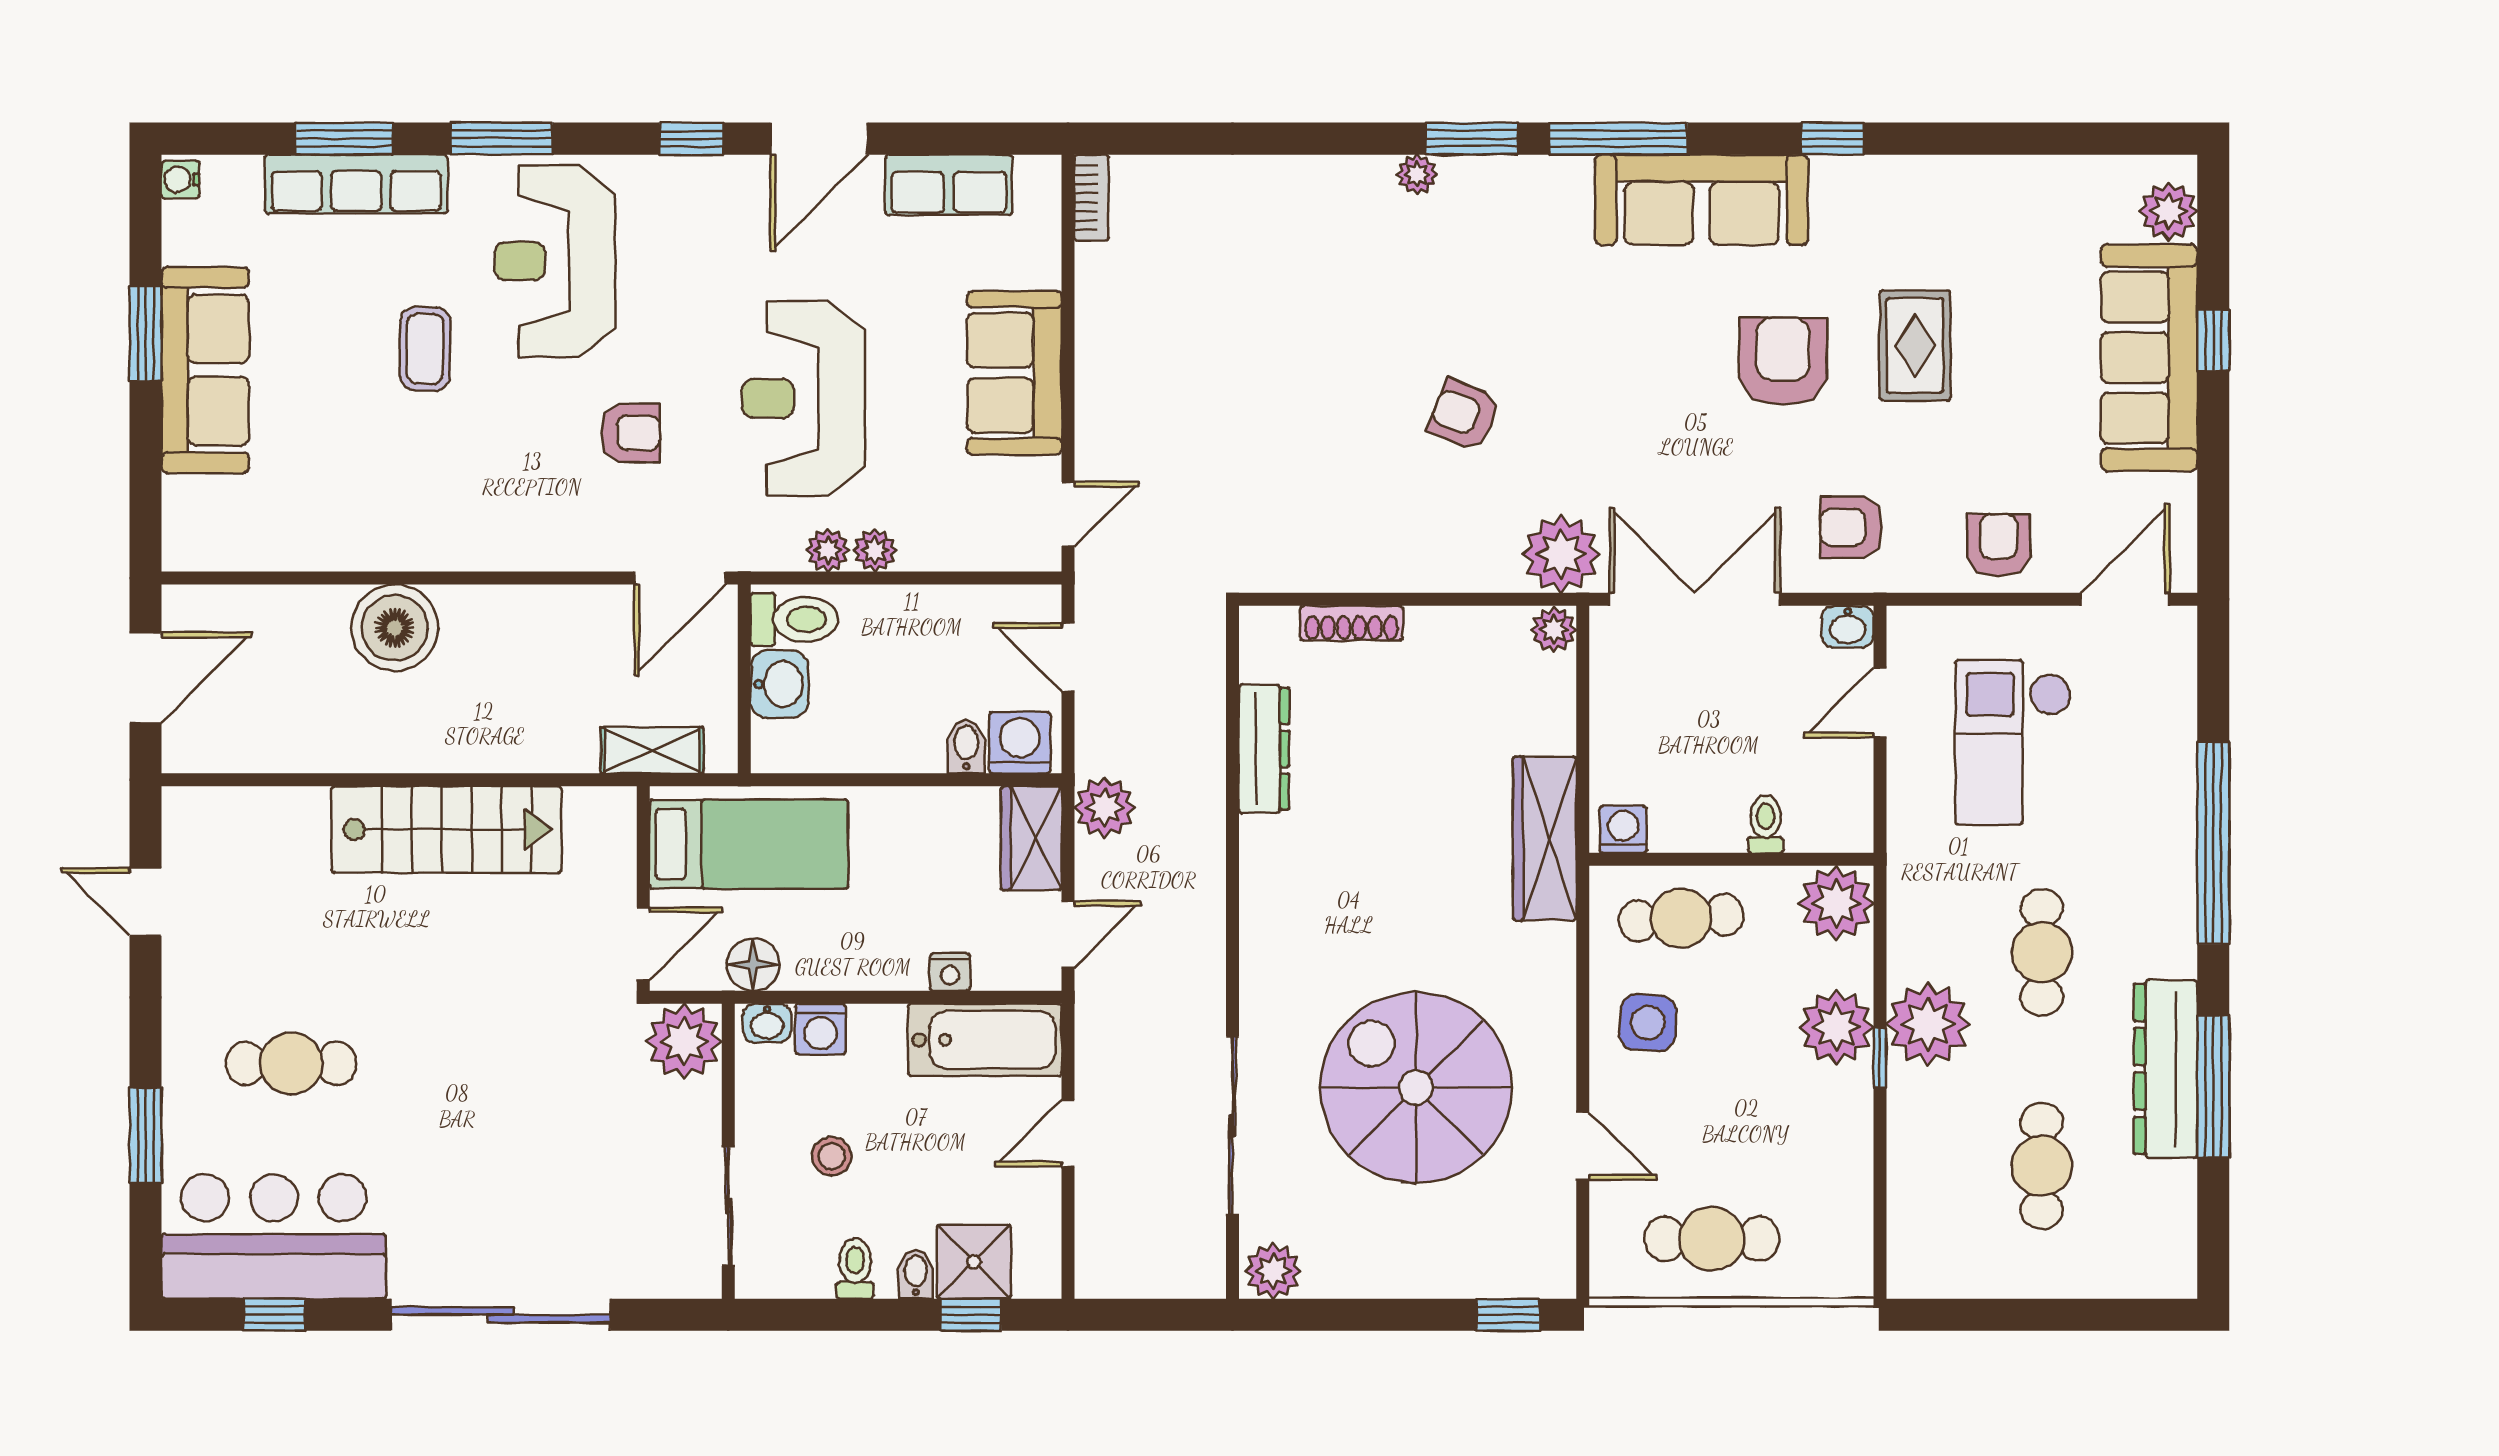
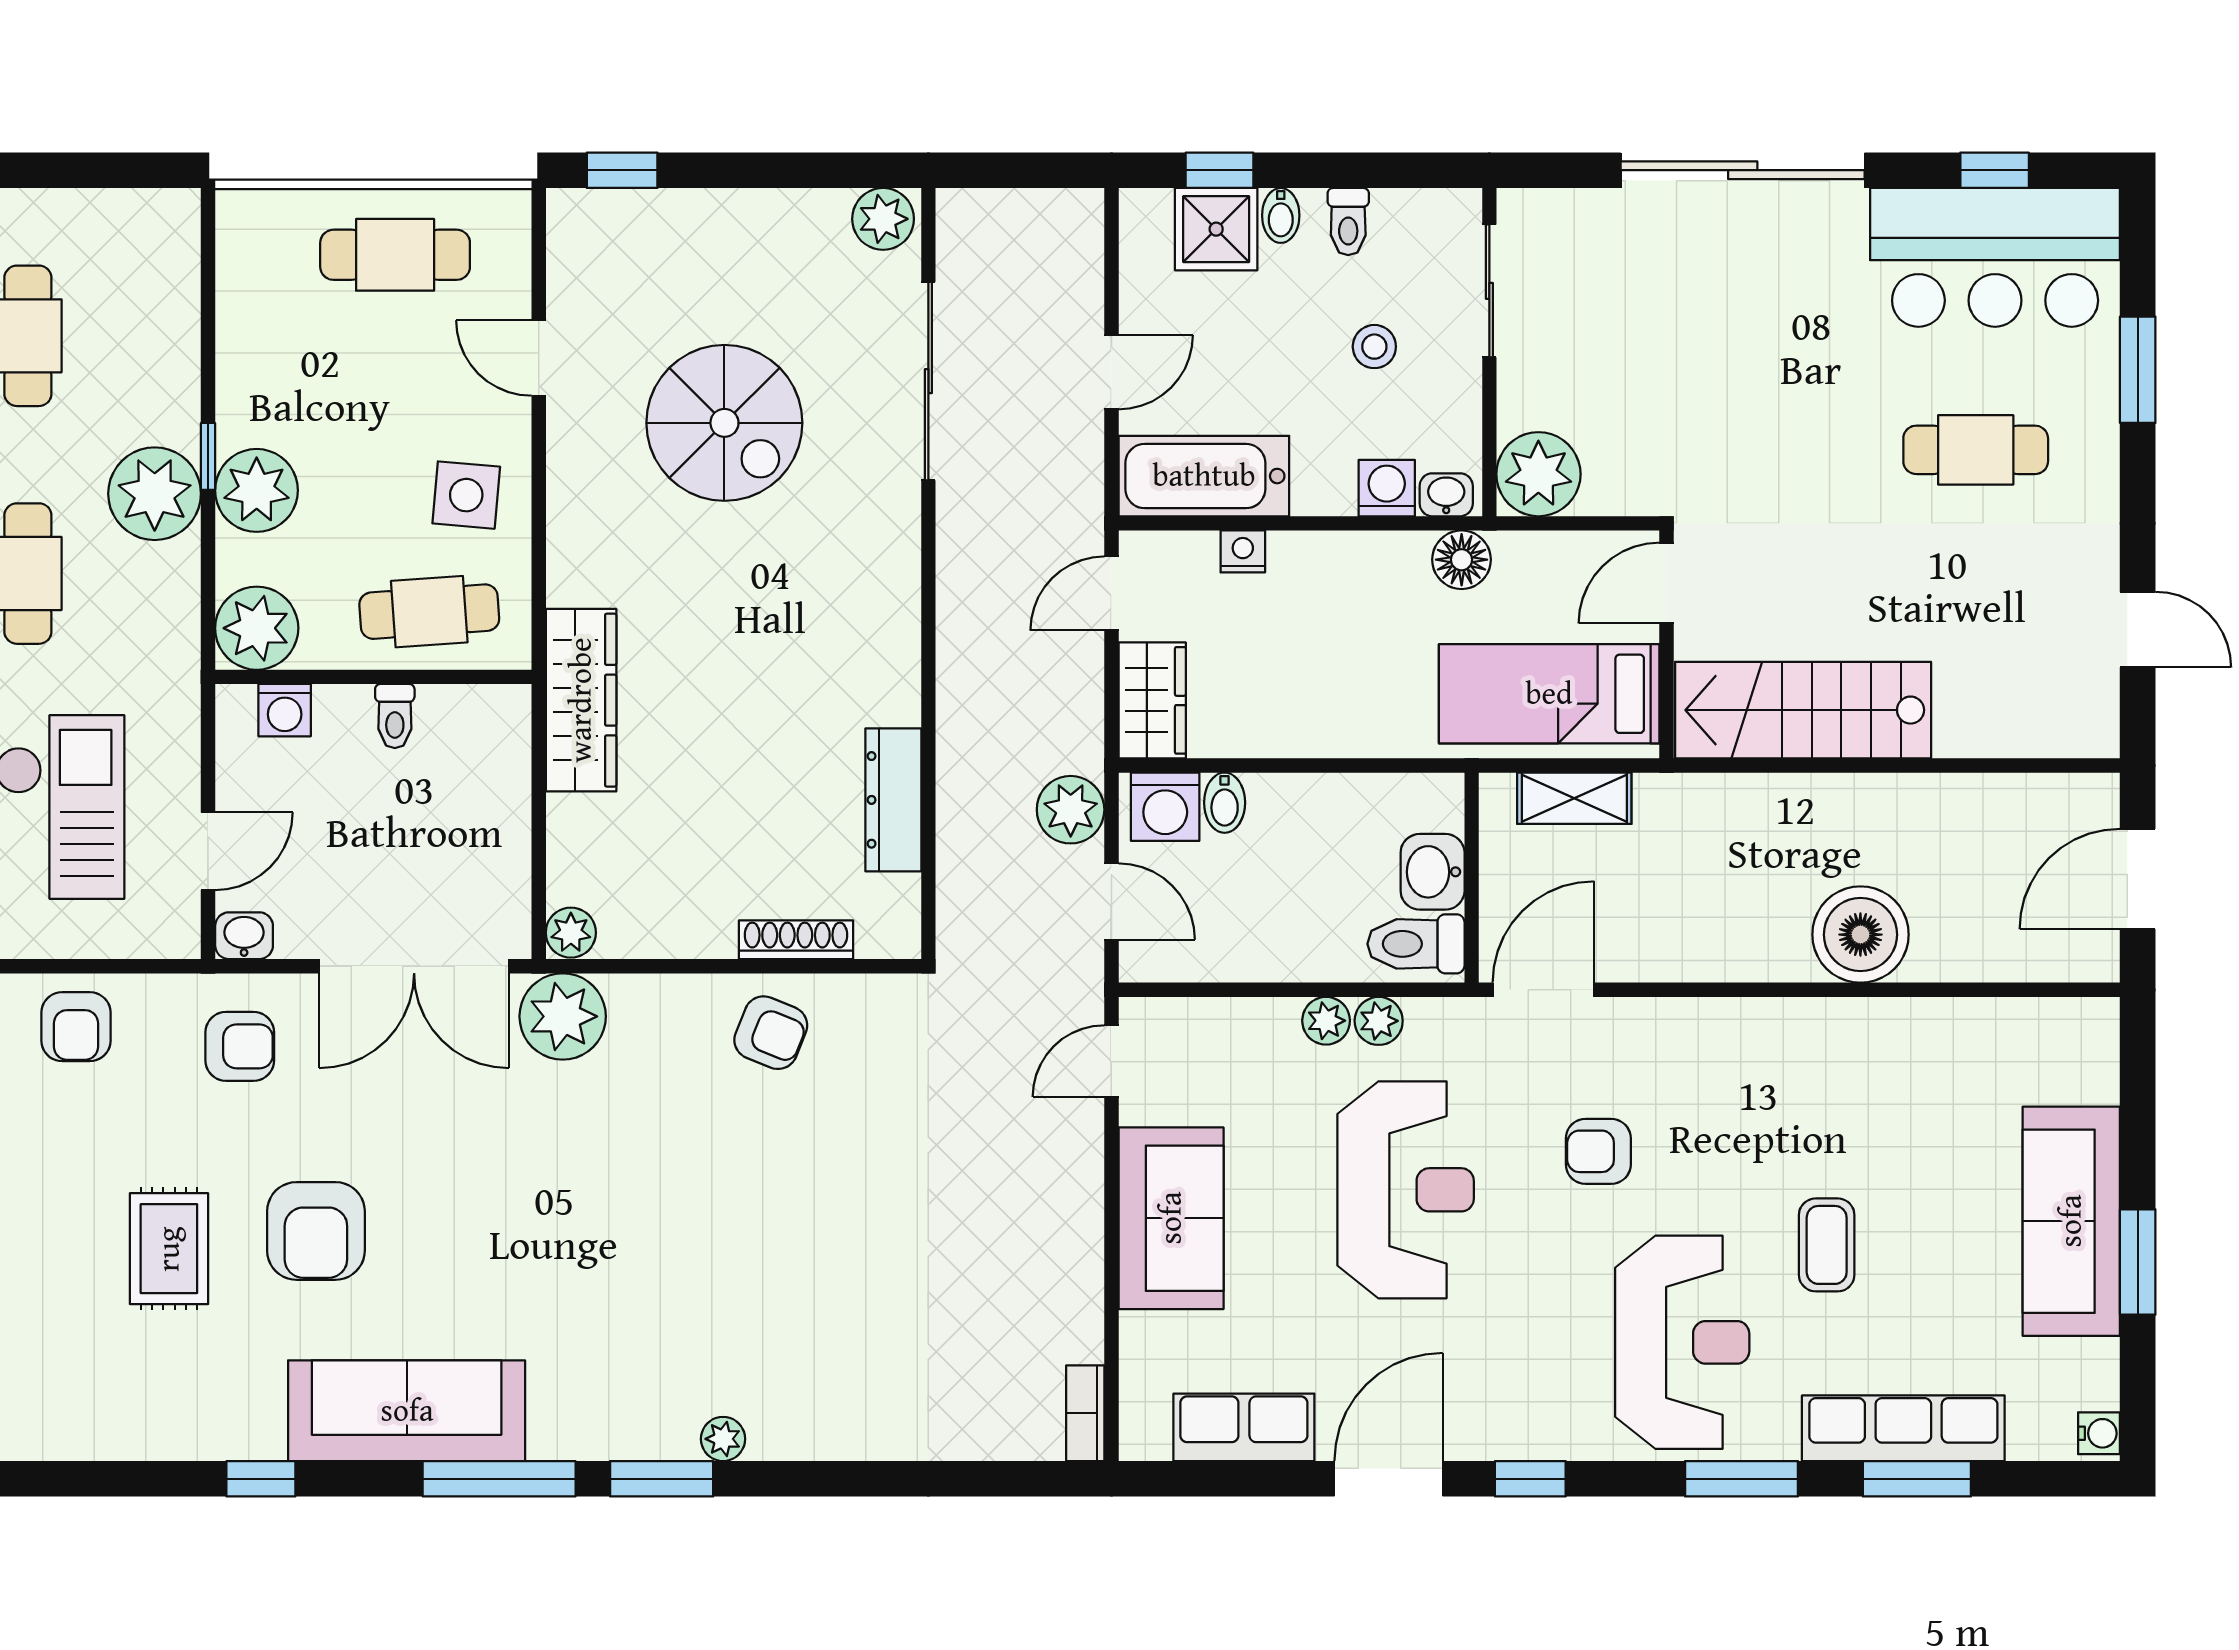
armchair: (1464, 415) -> (771, 1033), moved
plant: (1105, 807) -> (1071, 810), moved
toilet: (1766, 824) -> (395, 716), moved
washing machine: (1623, 829) -> (285, 710), moved
bed: (749, 844) -> (1549, 694), moved
wall: (643, 889) -> (1666, 644), moved
door: (643, 944) -> (1666, 583), moved
spiral stairs: (1416, 1088) -> (724, 423), width x0.73, depth x0.73

